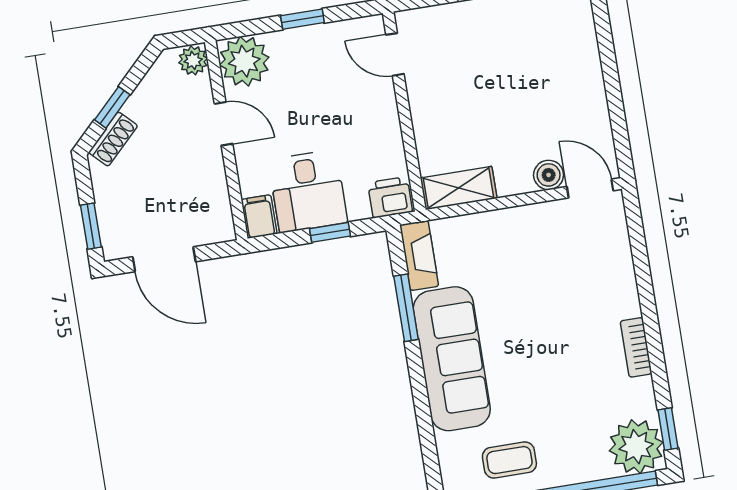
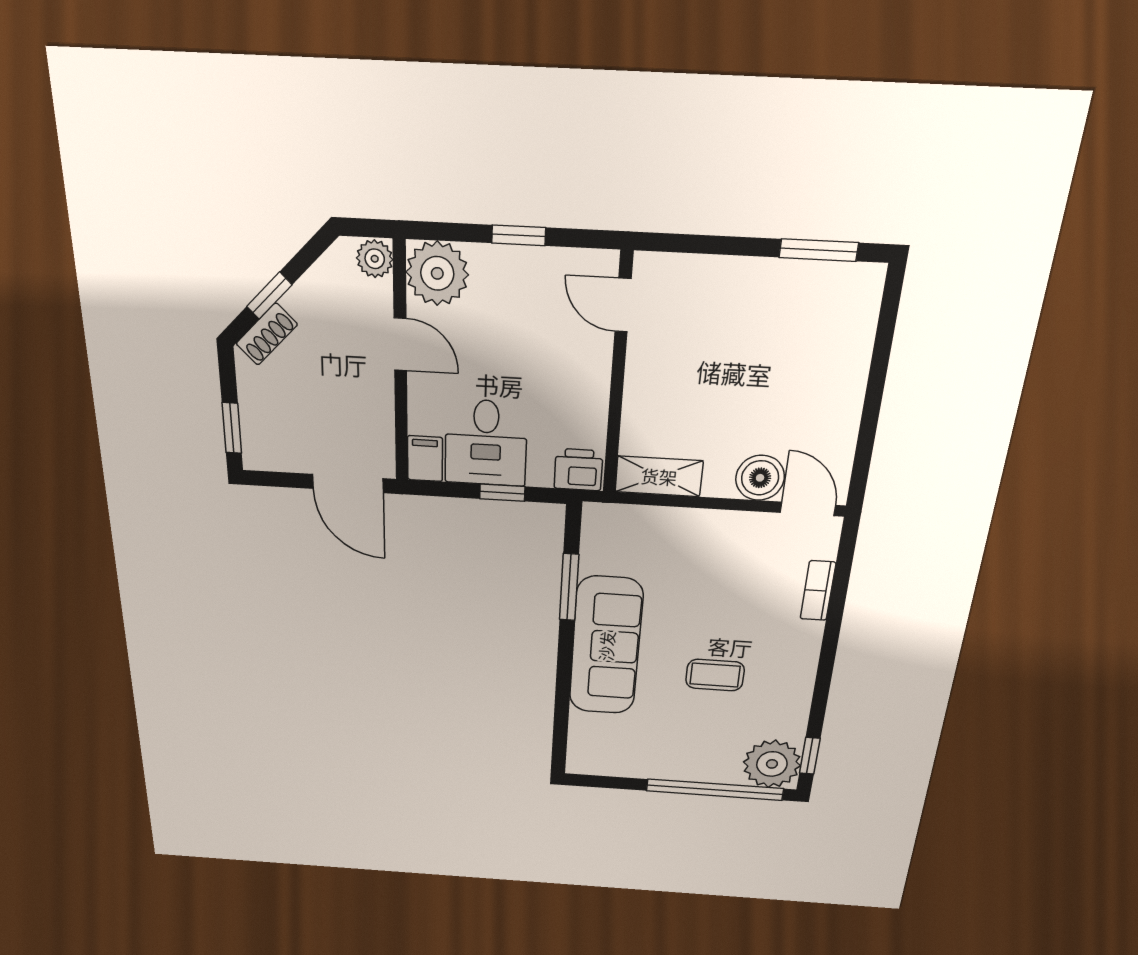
boiler: (549, 175) -> (760, 478), width x1.36, depth x1.36
fireplace: (419, 255) -> (596, 538), removed
door: (164, 259) -> (348, 484), moved
bookcase: (636, 347) -> (818, 591), moved
coffee table: (509, 460) -> (715, 675), moved

